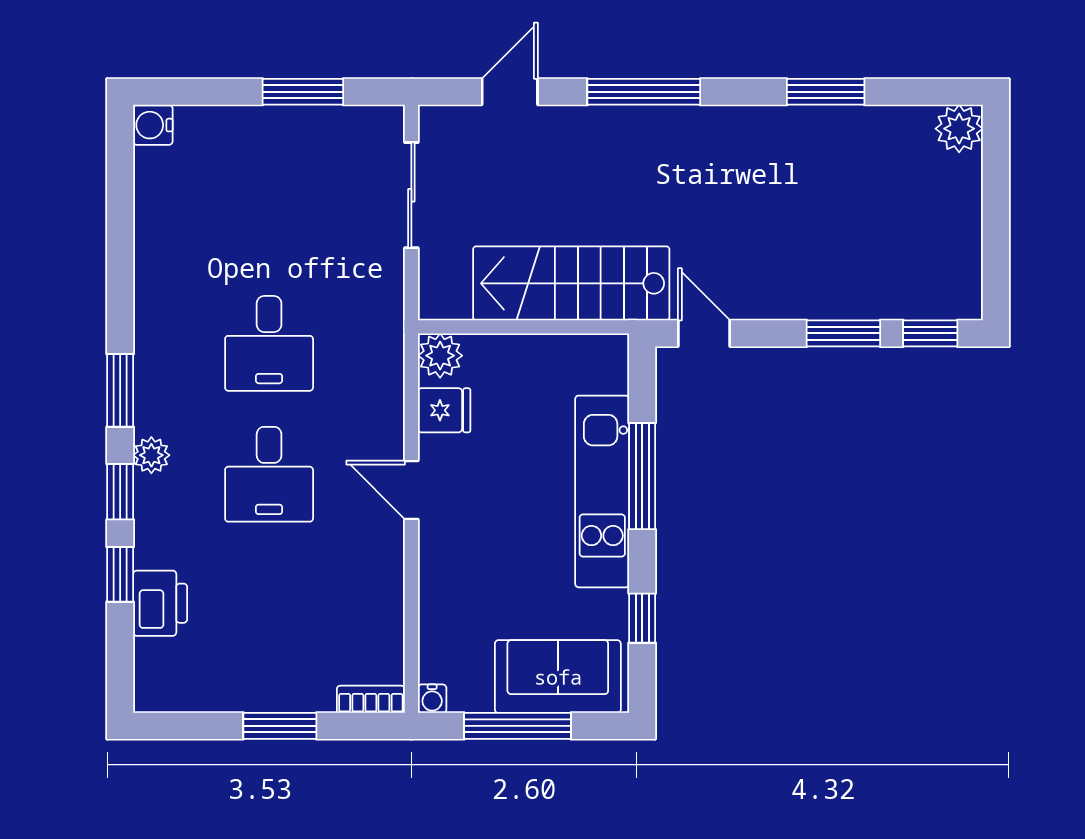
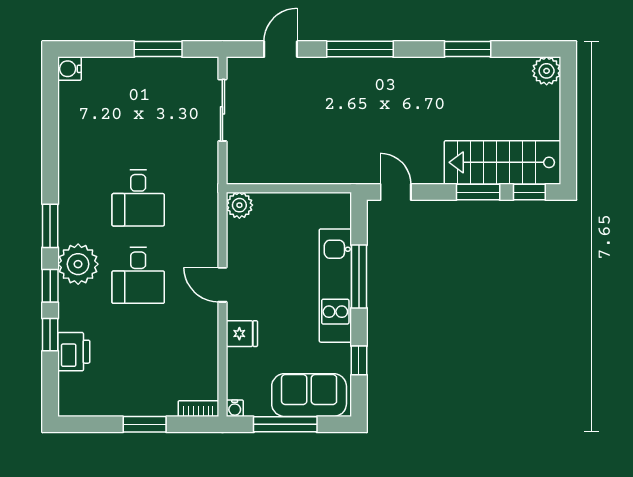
stairs: (571, 283) -> (503, 162), moved
fridge: (444, 410) -> (242, 334), moved
plant: (151, 455) -> (78, 264), width x1.88, depth x1.88

